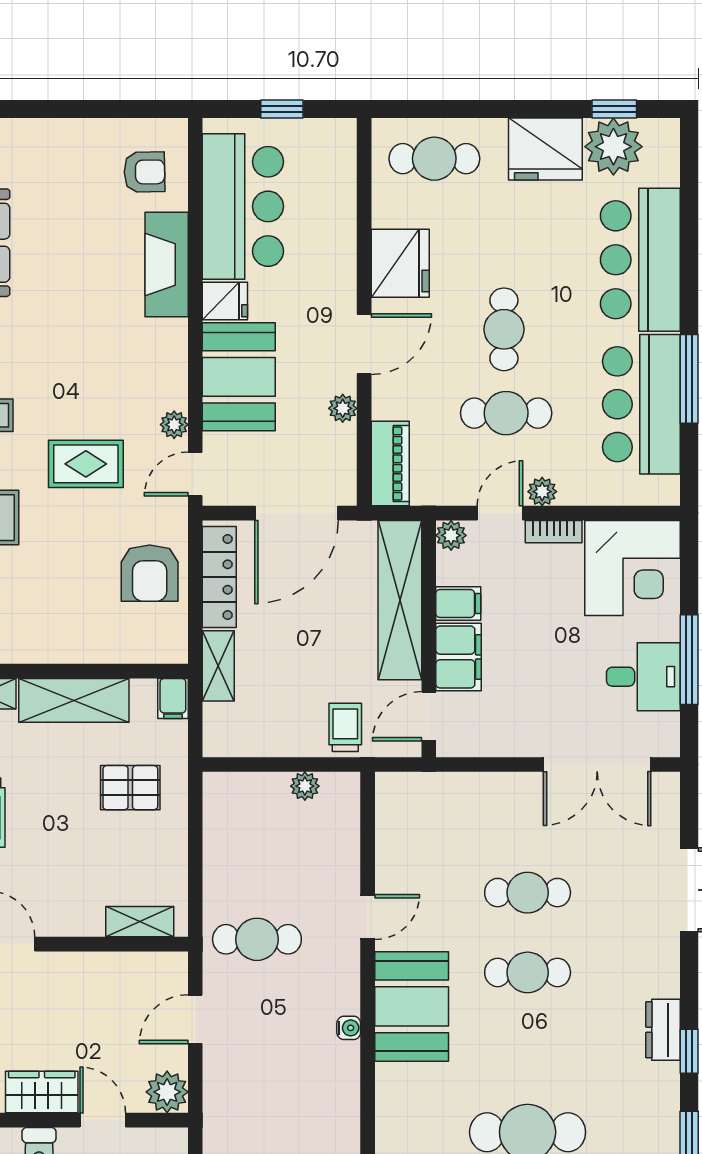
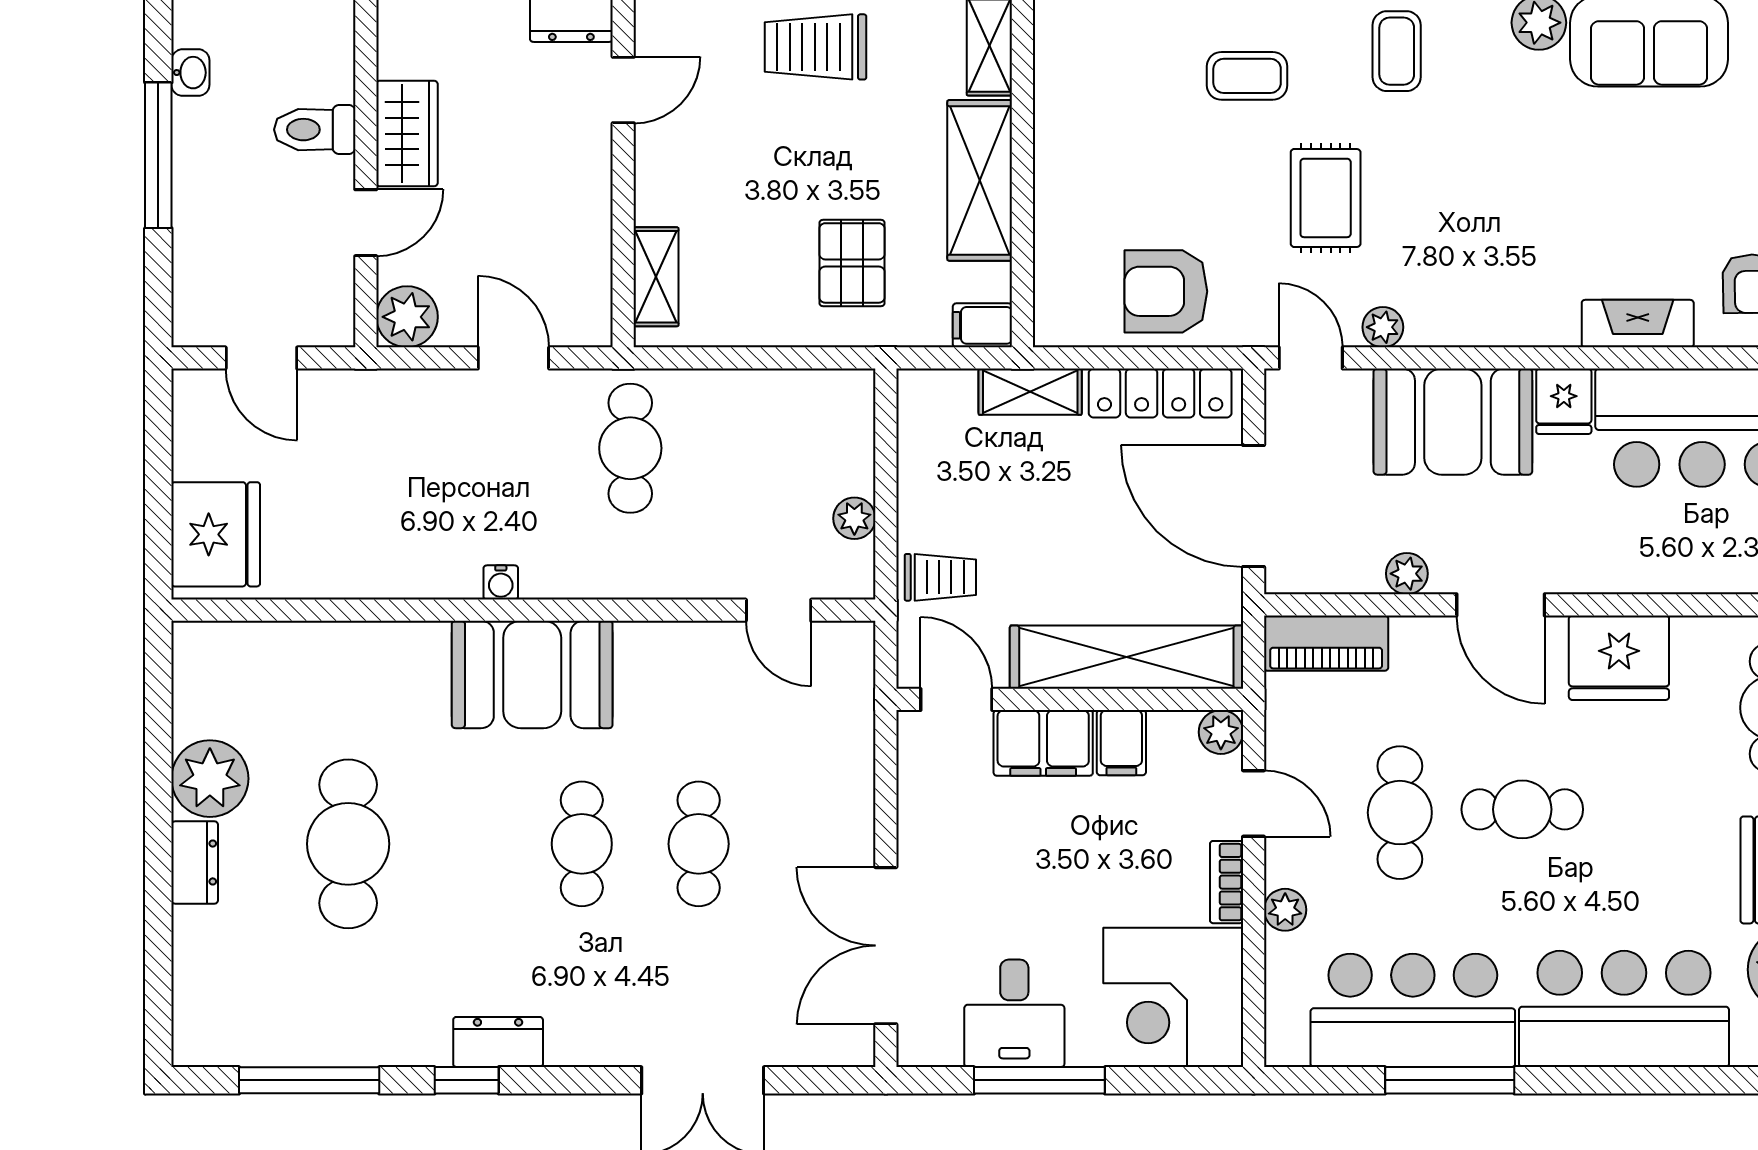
fireplace: (167, 265) -> (1638, 324), width x0.73, depth x0.76
plant: (542, 492) -> (1285, 910), moved
door: (368, 917) -> (779, 610), moved

